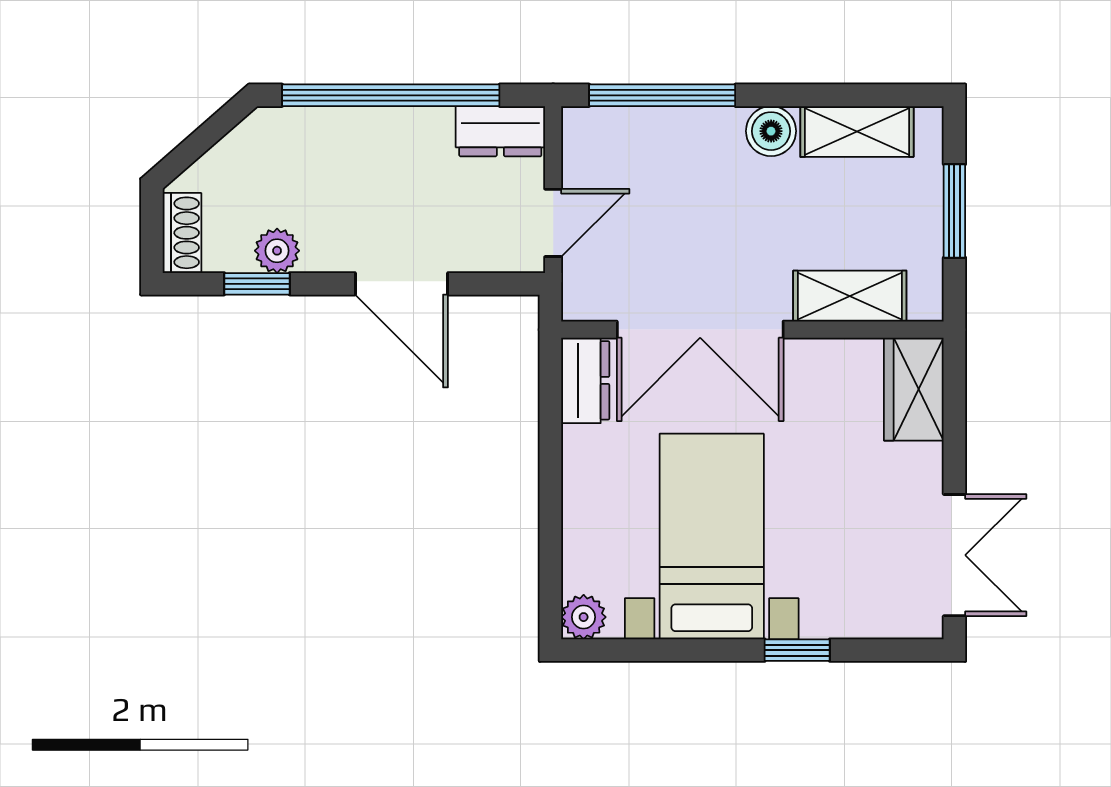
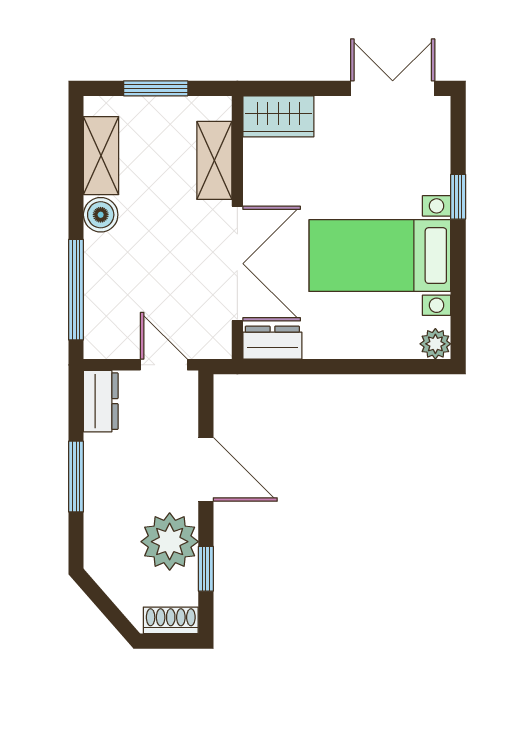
window: (391, 95) -> (76, 477), width x0.47
plant: (277, 251) -> (170, 542), width x1.87, depth x1.87
door: (401, 284) -> (206, 469), hinge flipped

